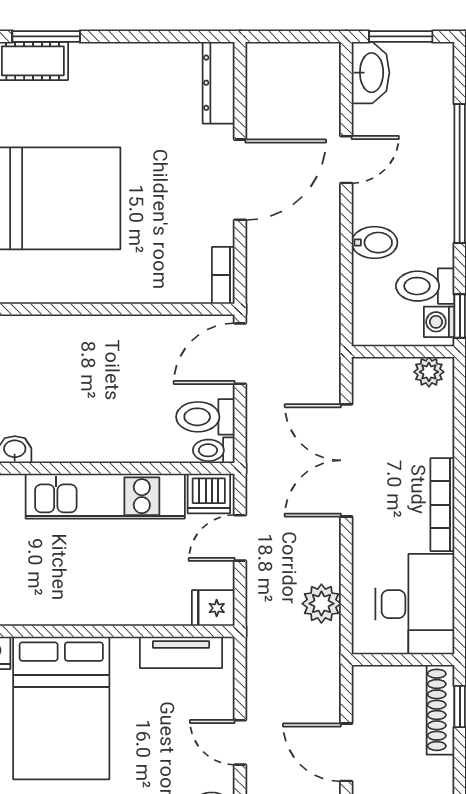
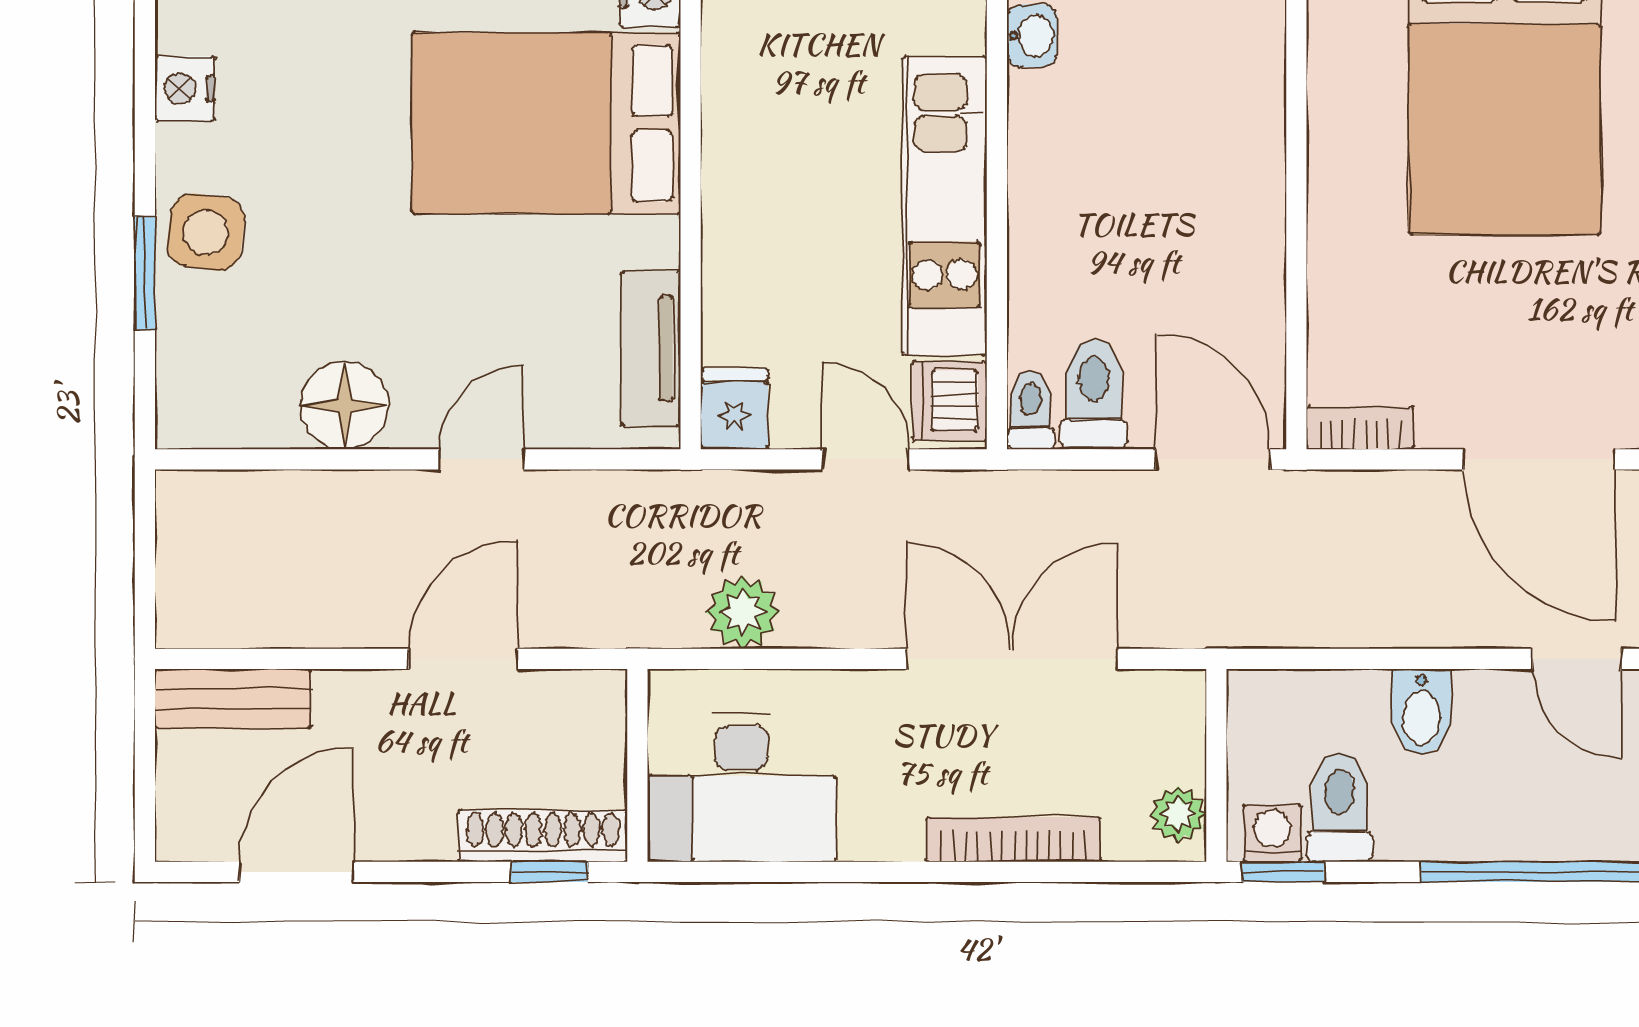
bookcase: (442, 505) -> (1014, 840), moved

